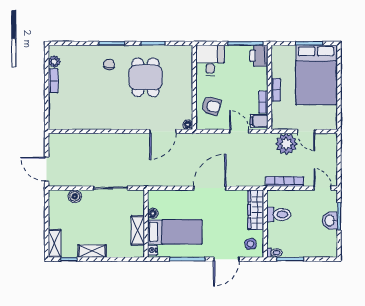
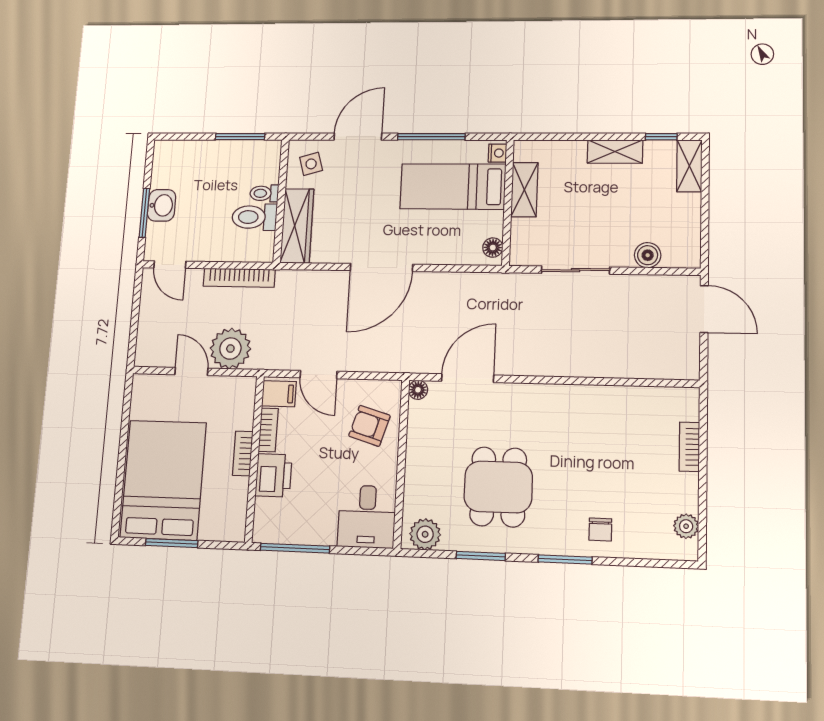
plant: (181, 53) -> (425, 534), added
printer: (259, 56) -> (274, 475), moved
chair: (109, 64) -> (600, 529), moved
bookcase: (53, 81) -> (689, 447), moved
floor lamp: (153, 213) -> (493, 248), moved
toilet: (275, 253) -> (264, 193), moved

